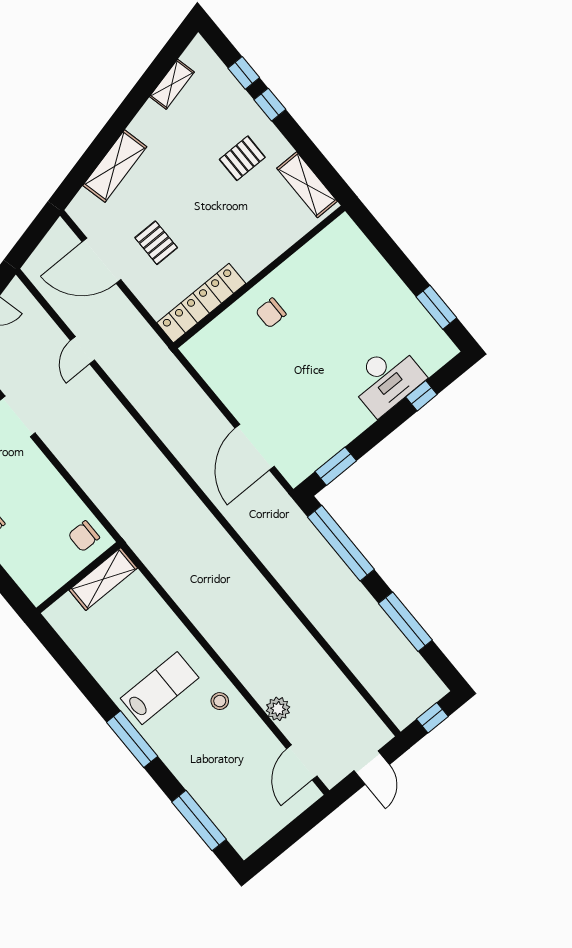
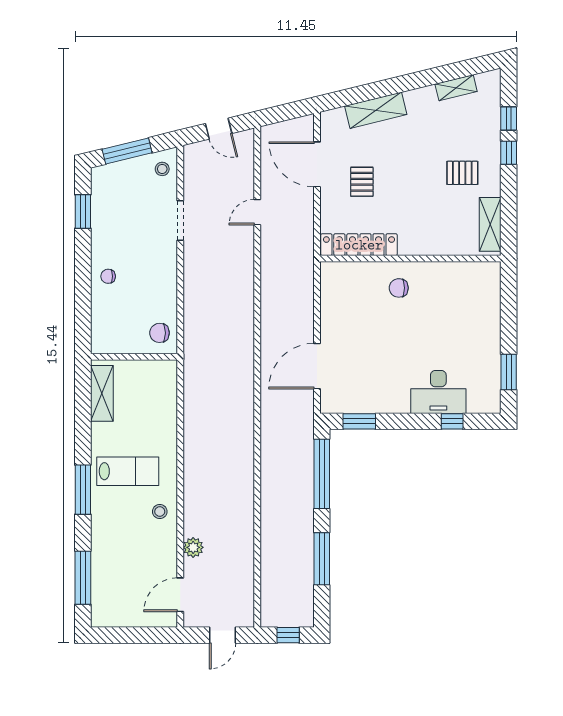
shelving: (103, 579) -> (102, 393), moved, turned 90

